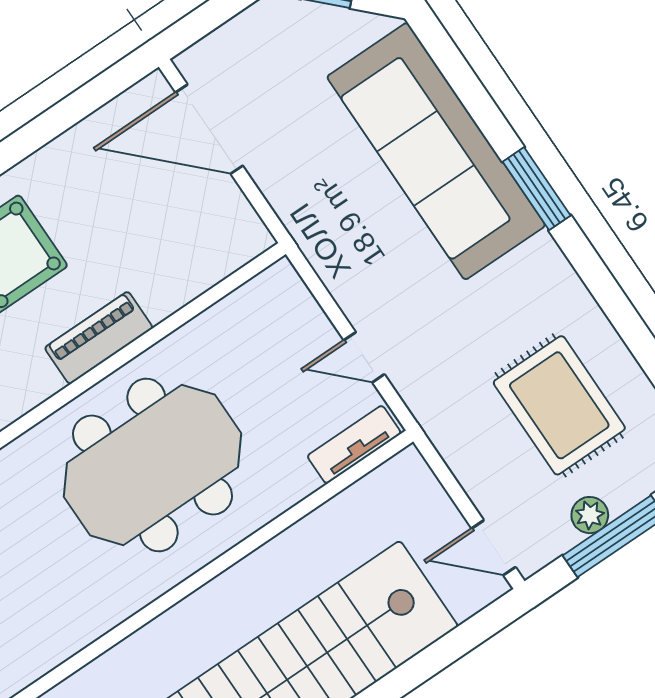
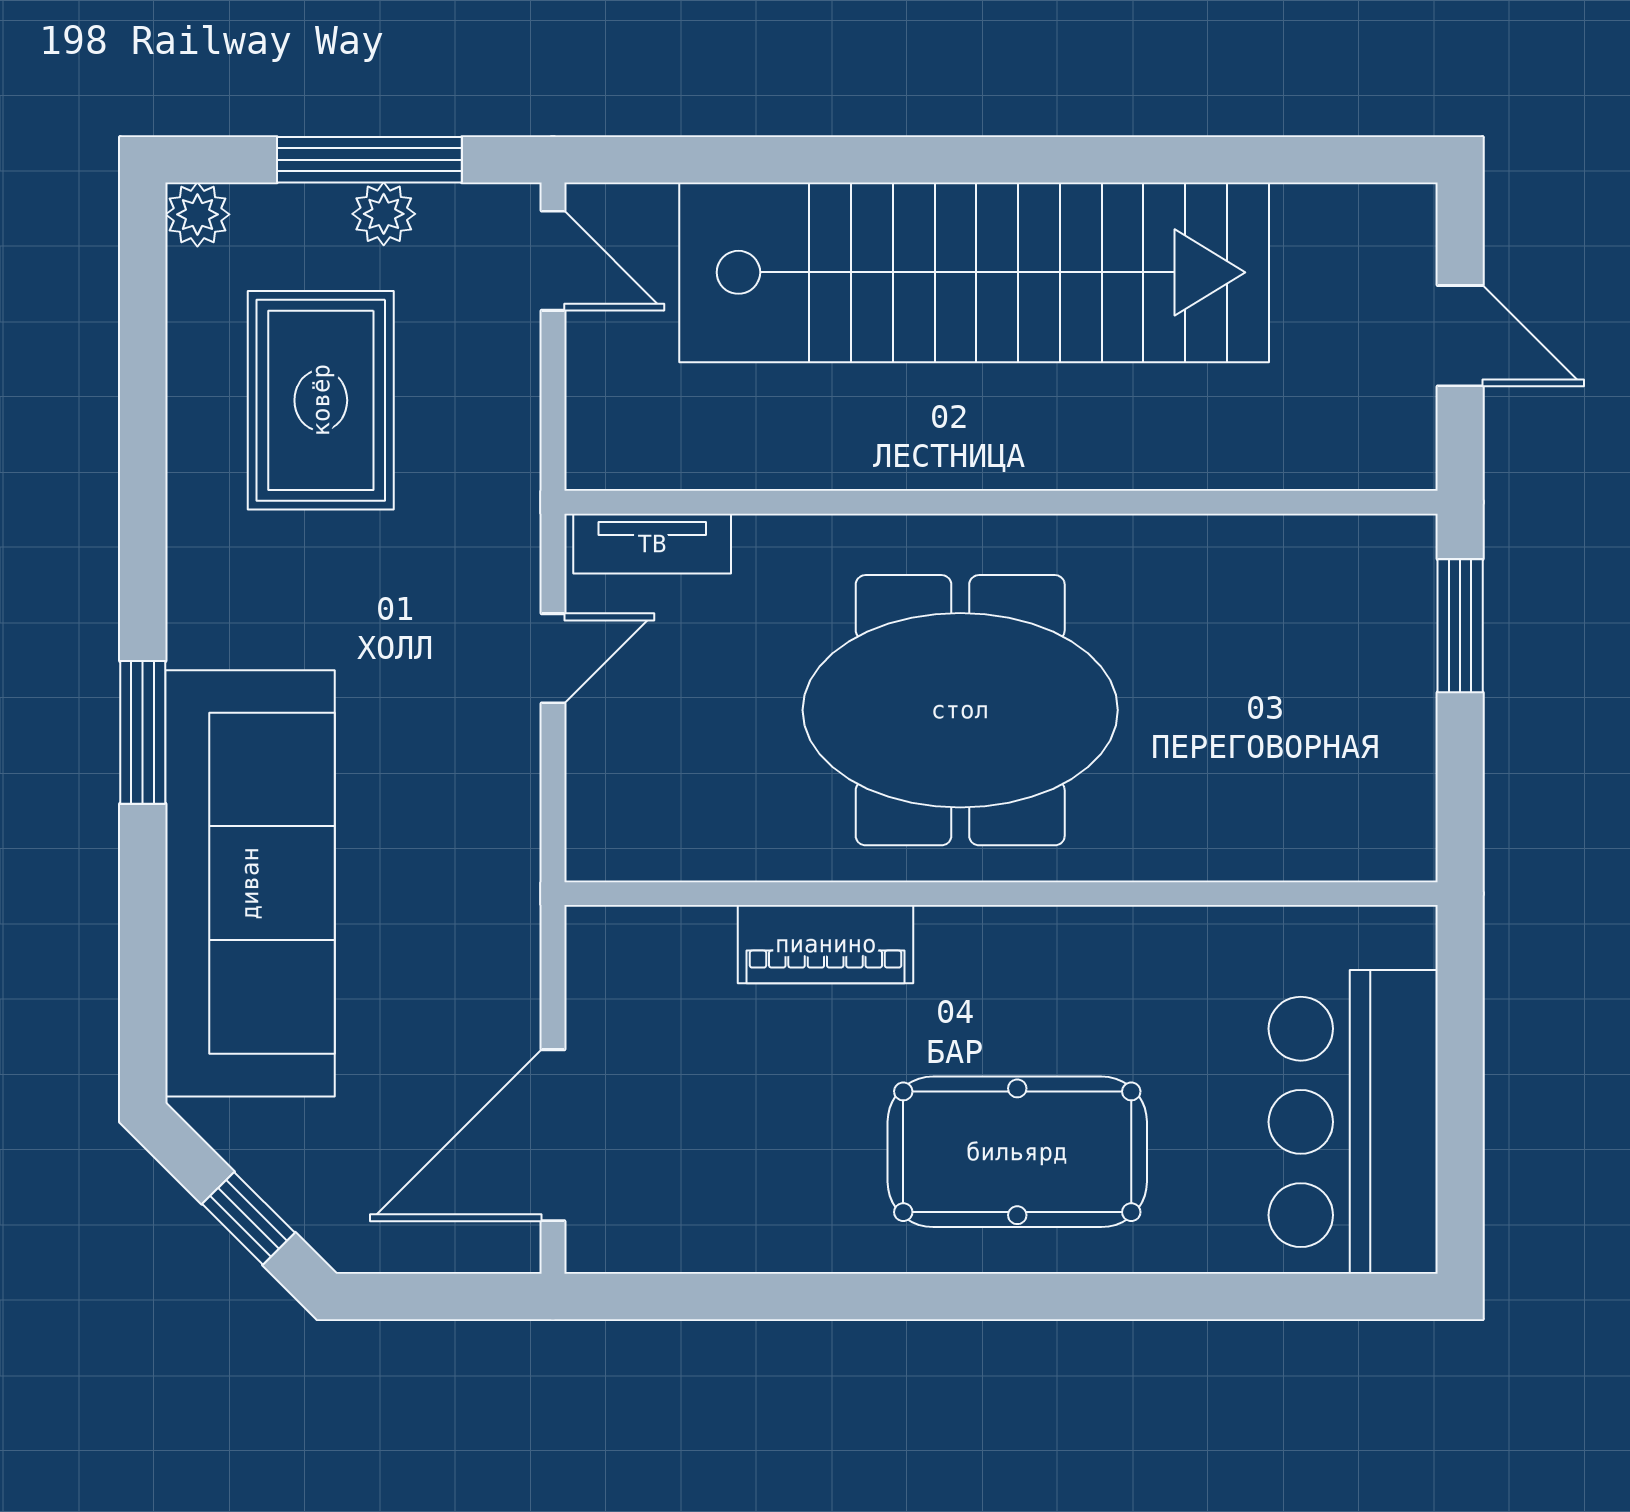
door: (209, 129) -> (553, 1135), swing flipped
piano: (99, 338) -> (826, 944), moved
door: (364, 357) -> (553, 658), hinge flipped

